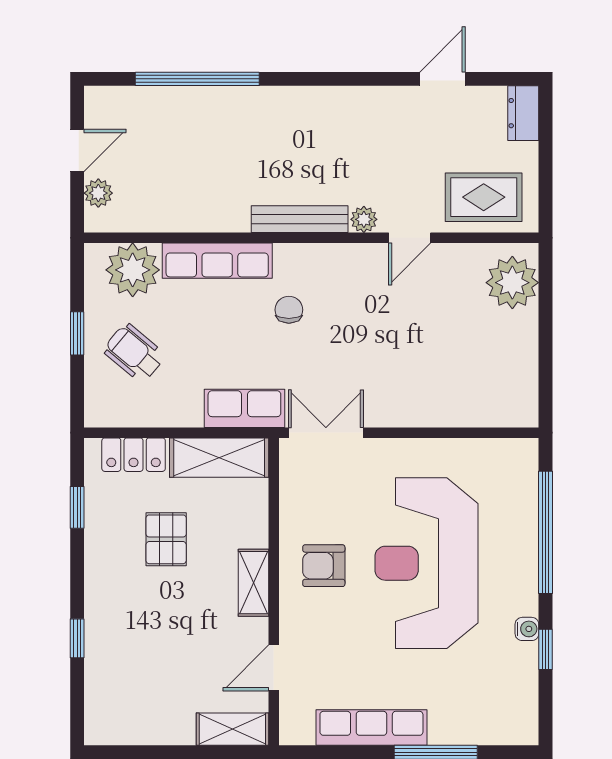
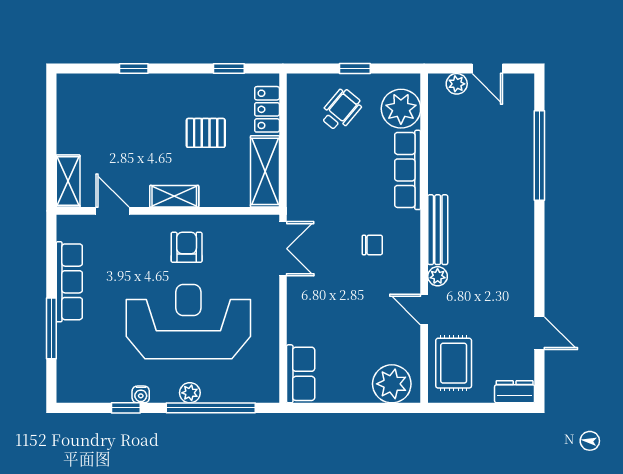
chair: (289, 310) -> (372, 245), moved
row of seats: (244, 408) -> (301, 374), moved
plant: (525, 561) -> (190, 393), added

